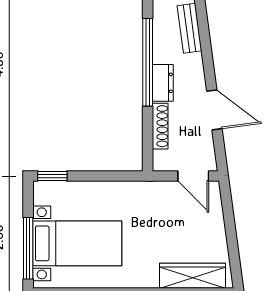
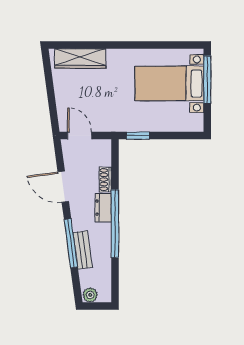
window: (205, 37) -> (71, 243), added
shoe rack: (160, 126) -> (105, 180), width x0.70
window: (52, 176) -> (138, 136), moved

